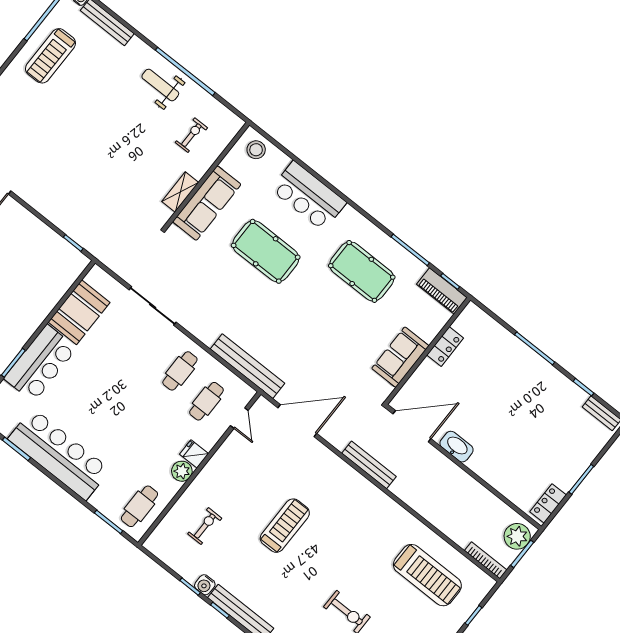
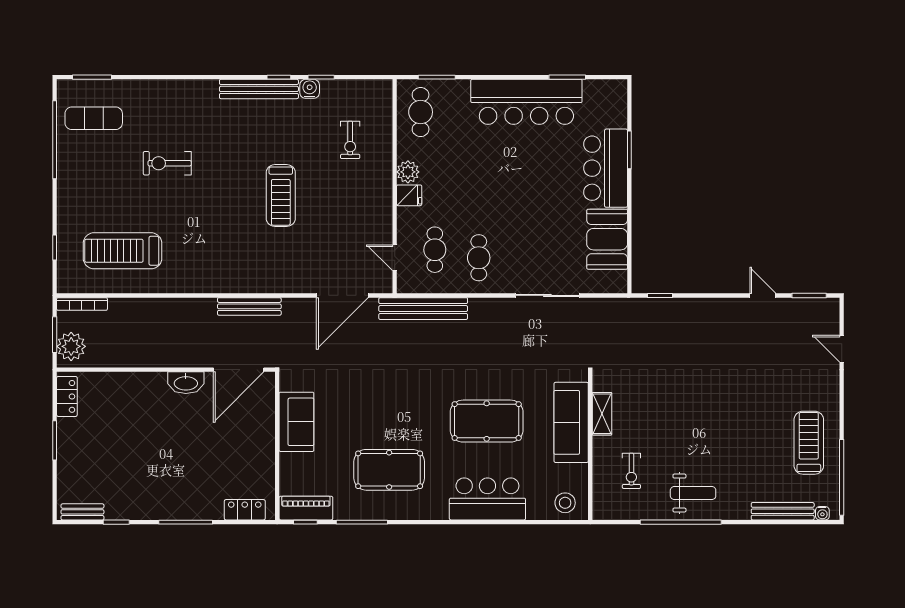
locker: (445, 346) -> (245, 510), moved, turned 90

